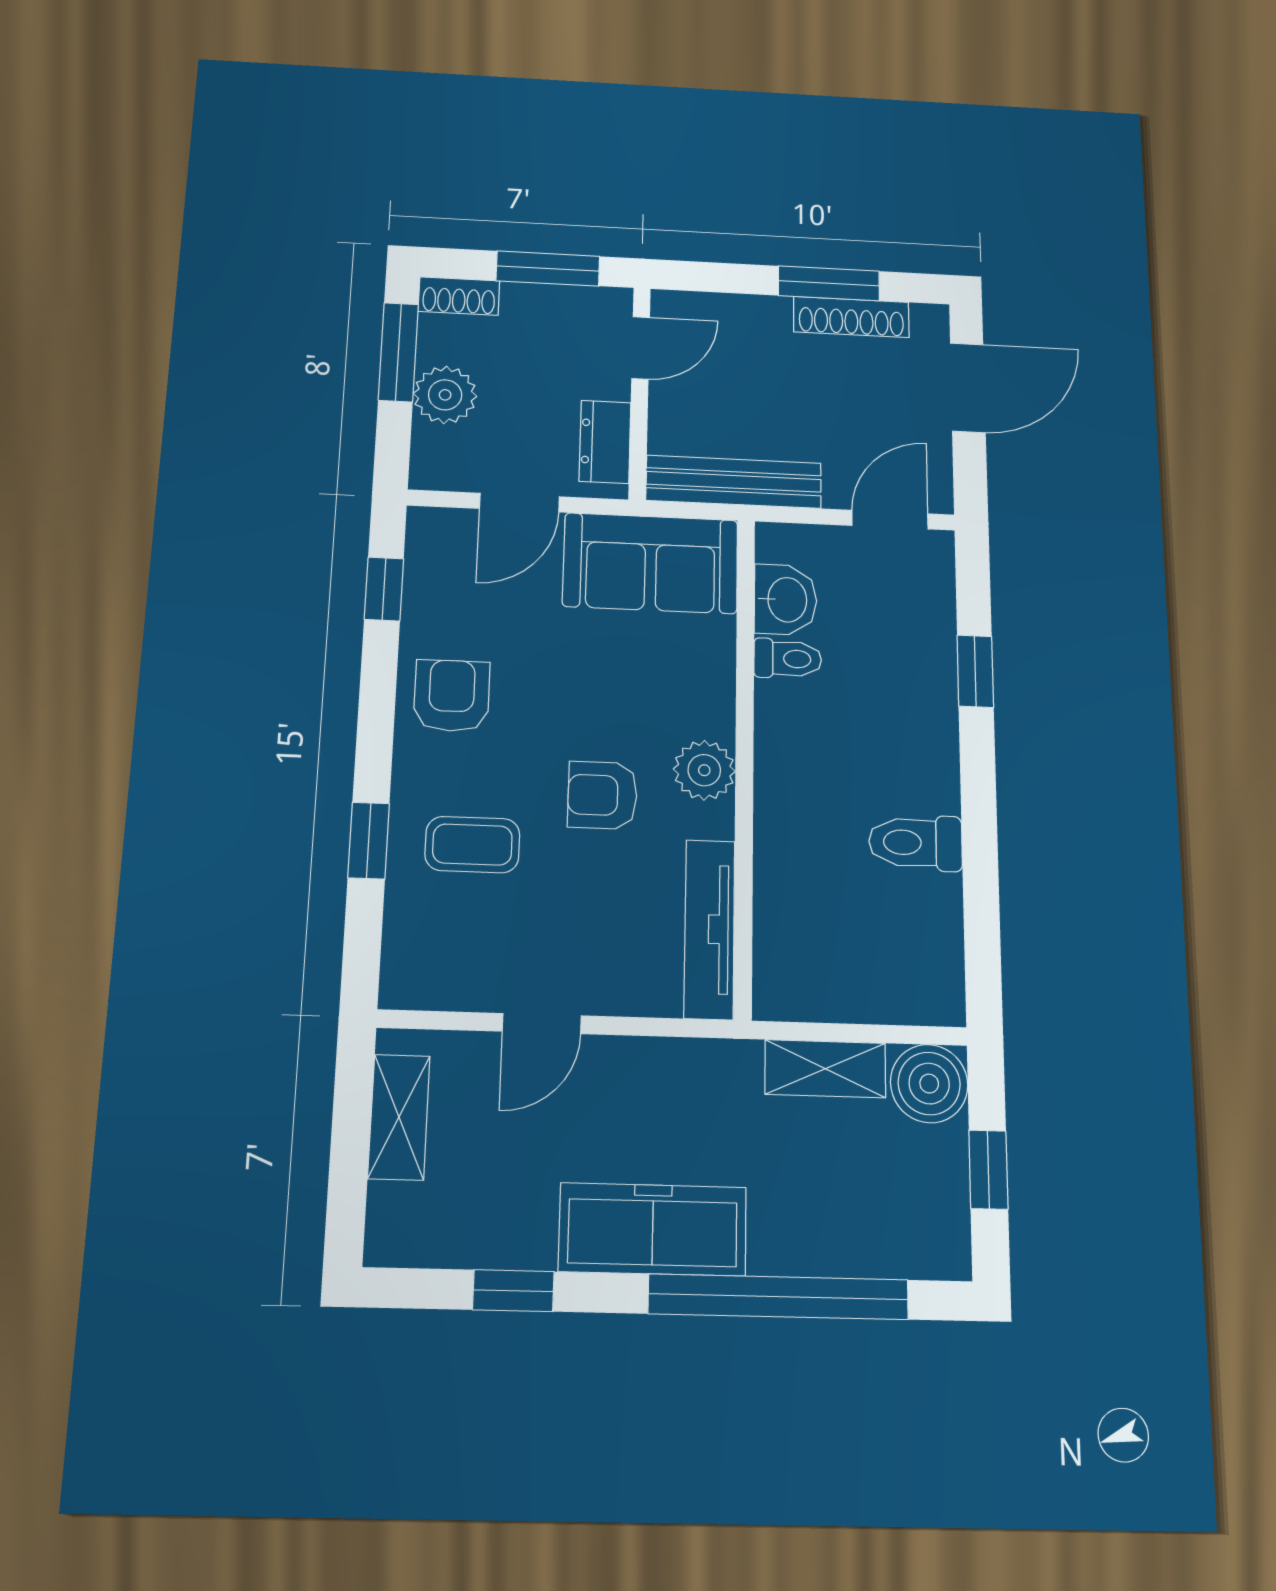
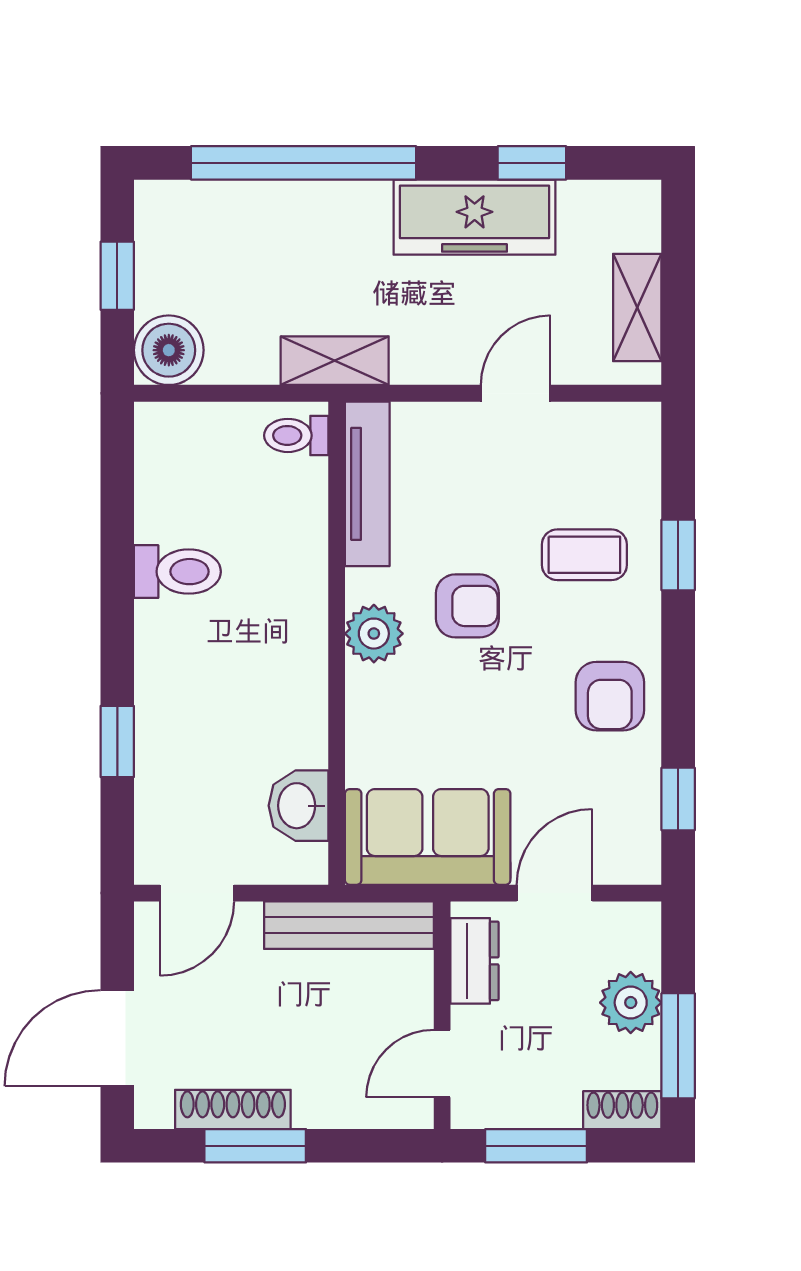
toilet: (788, 659) -> (296, 435), moved
shelving: (825, 1069) -> (335, 361), moved
freezer: (653, 1229) -> (475, 217), moved

